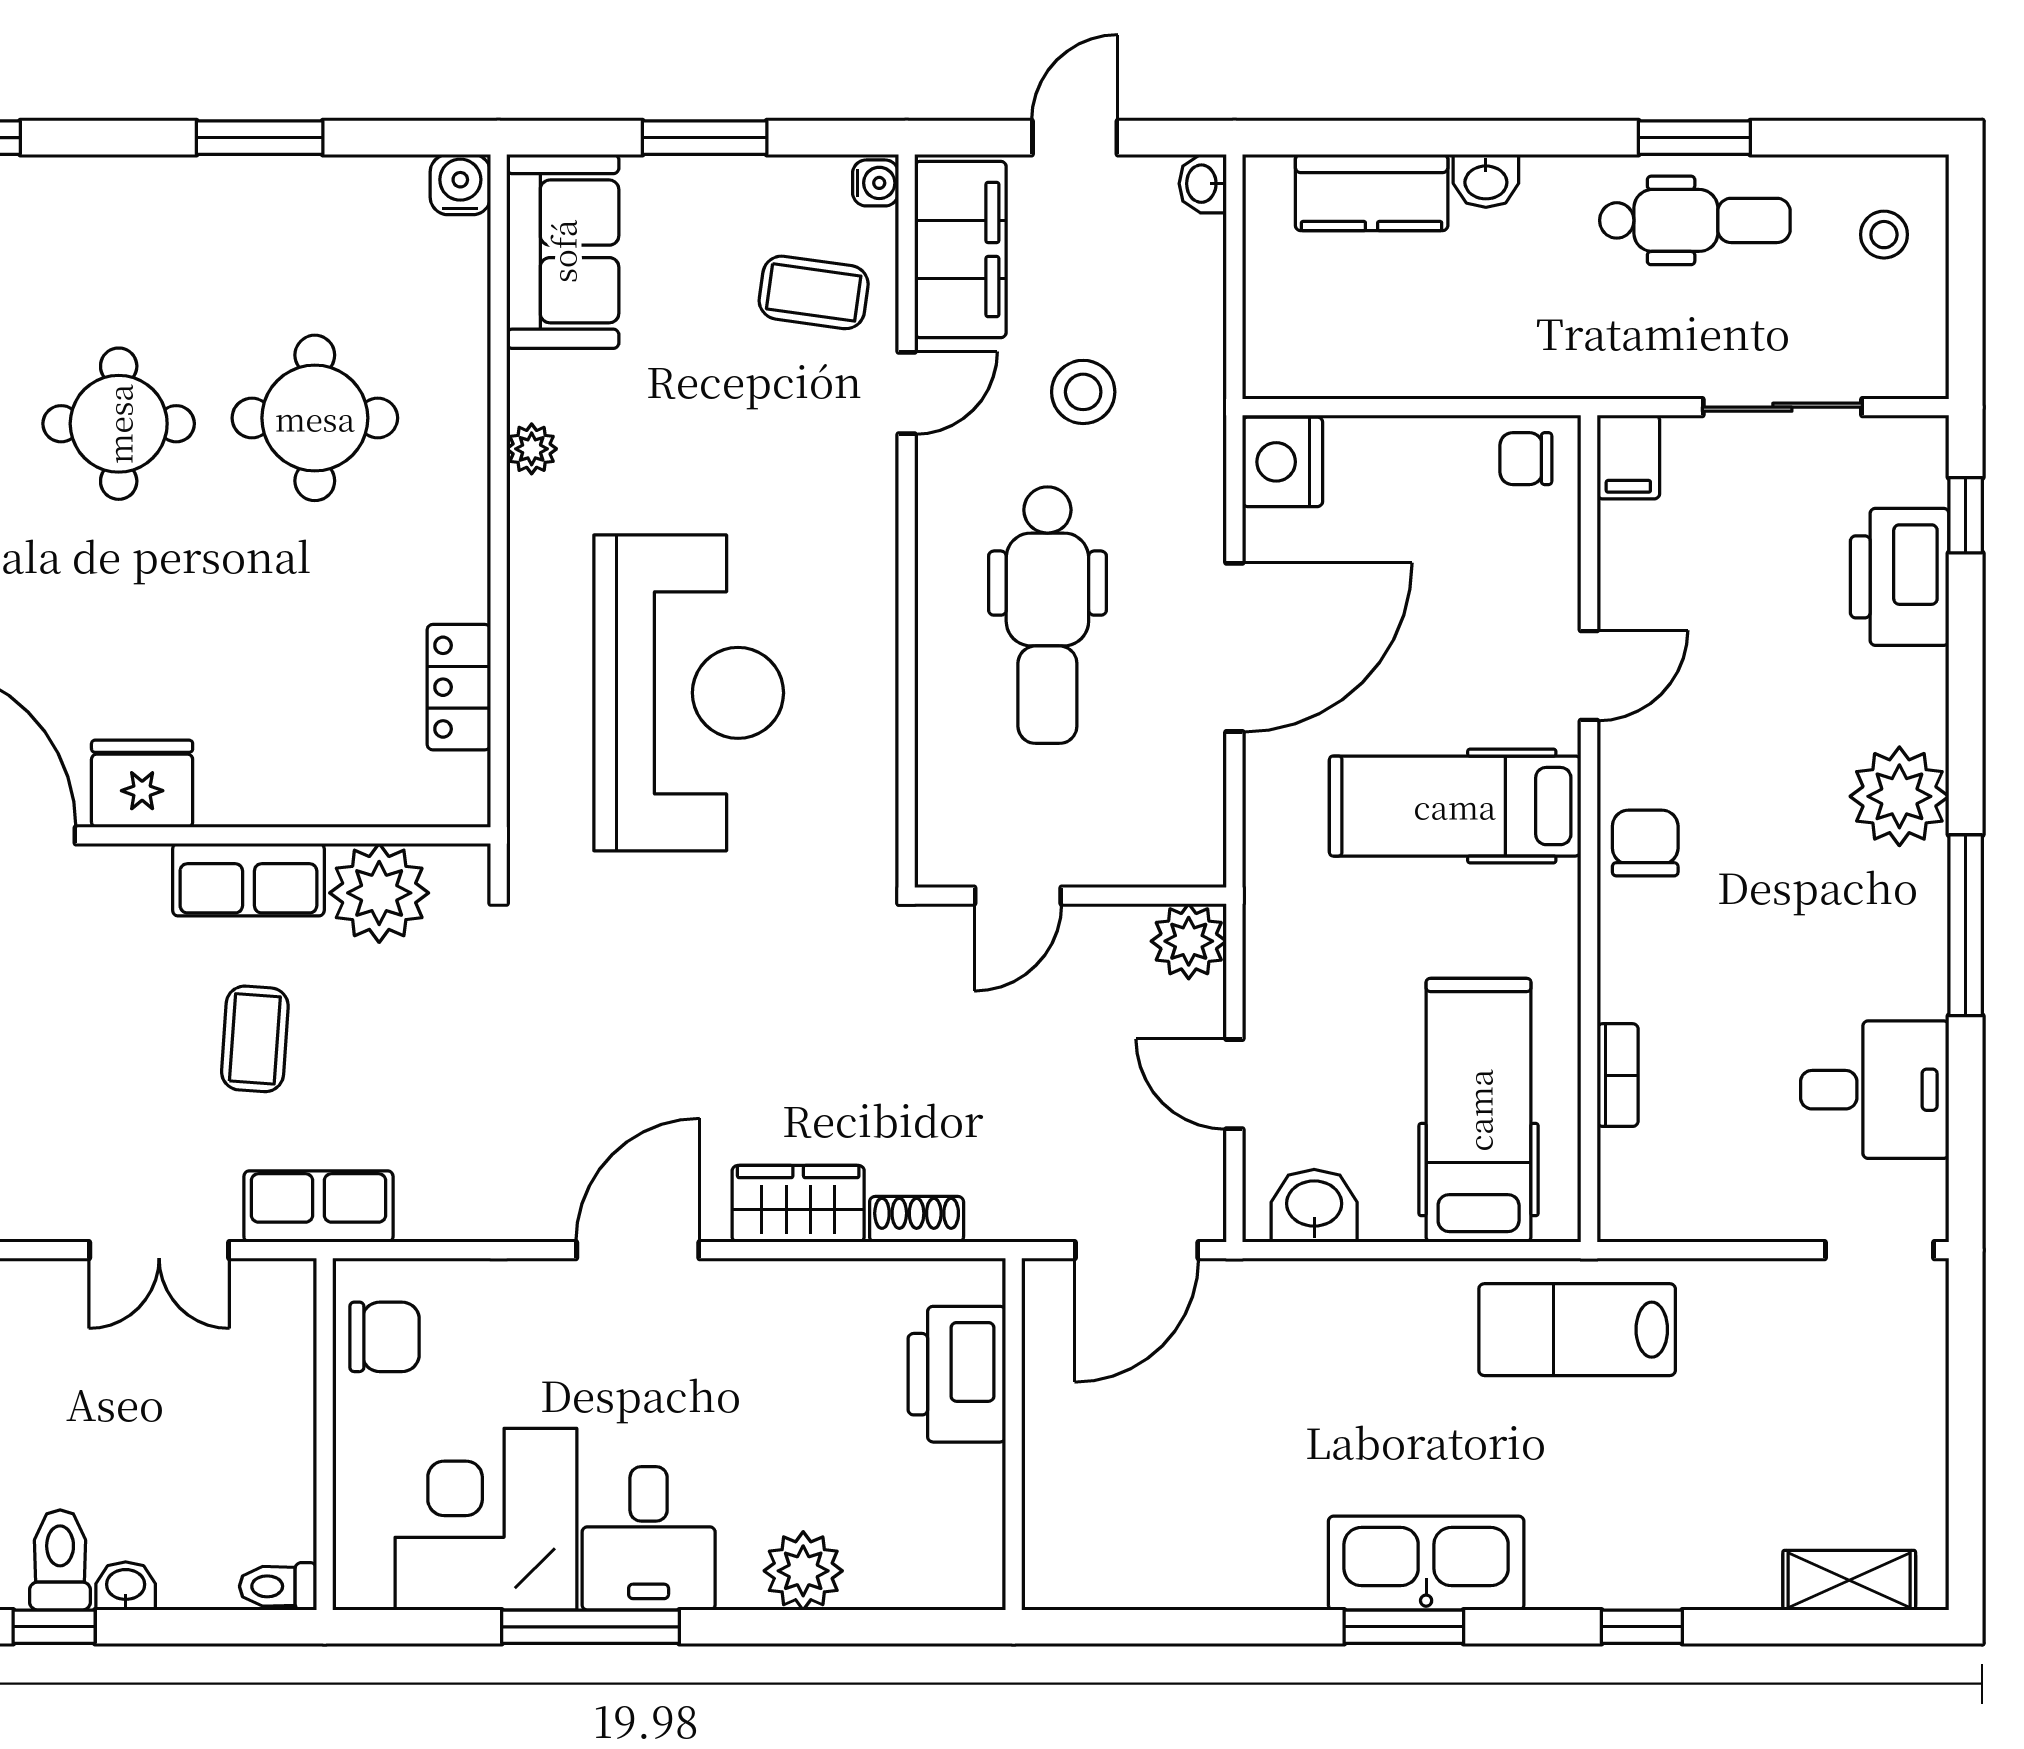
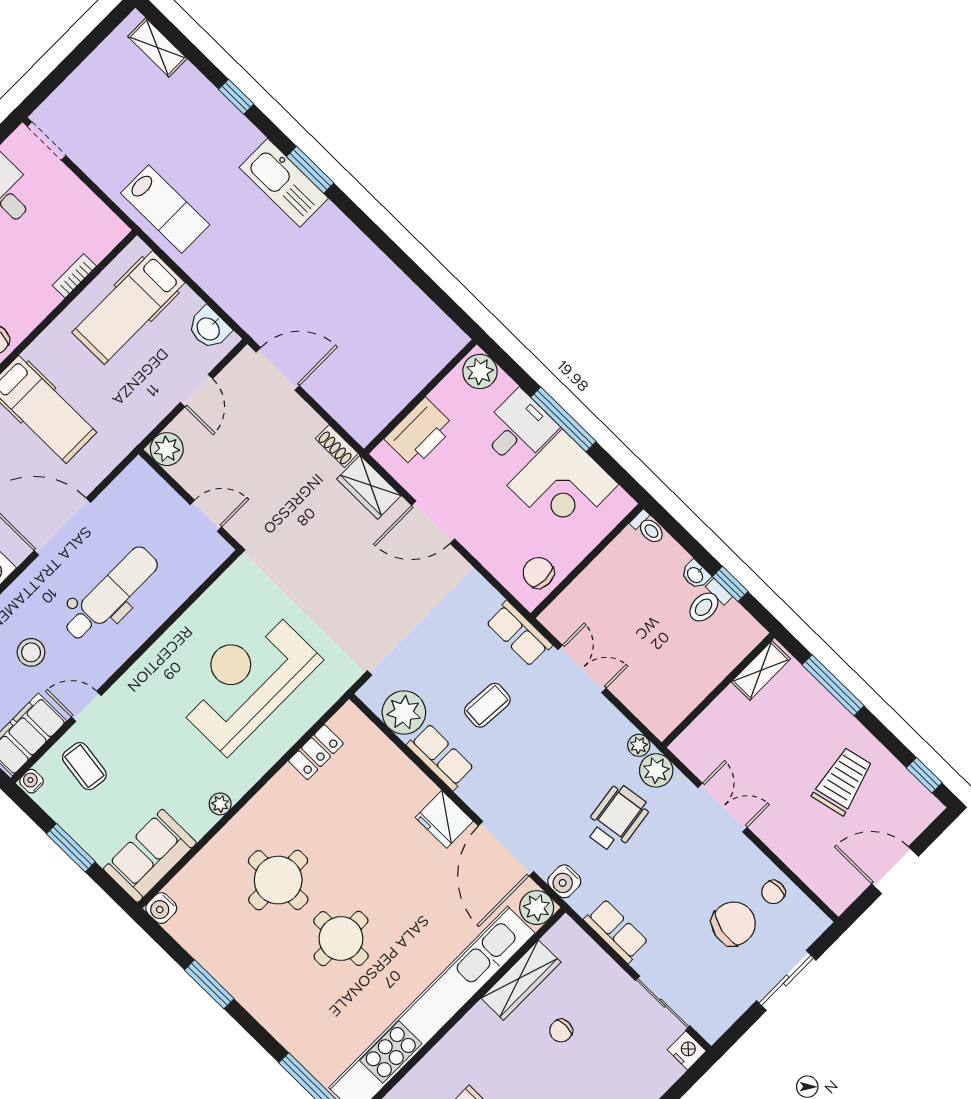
printer: (957, 1374) -> (420, 433), moved
wall: (1014, 1434) -> (420, 397), moved

